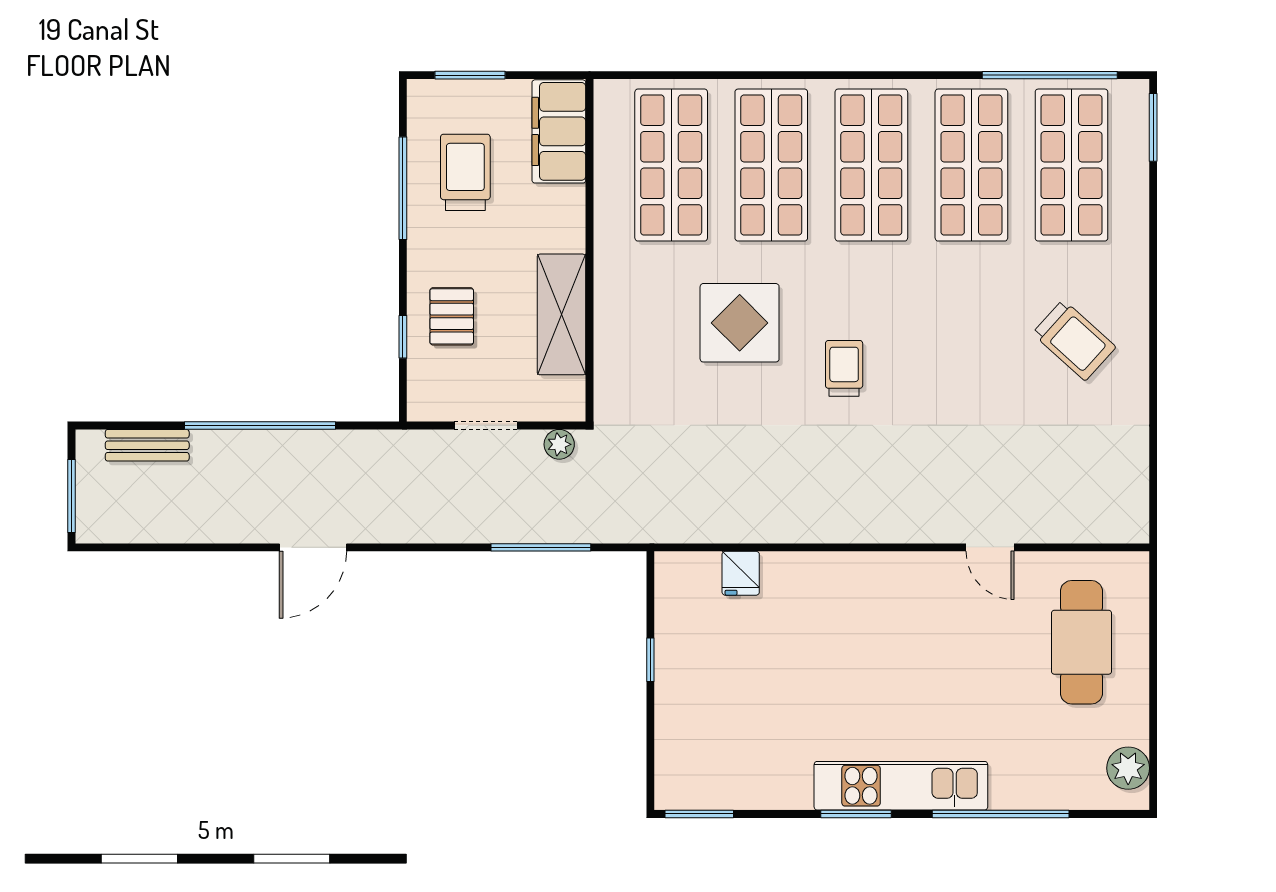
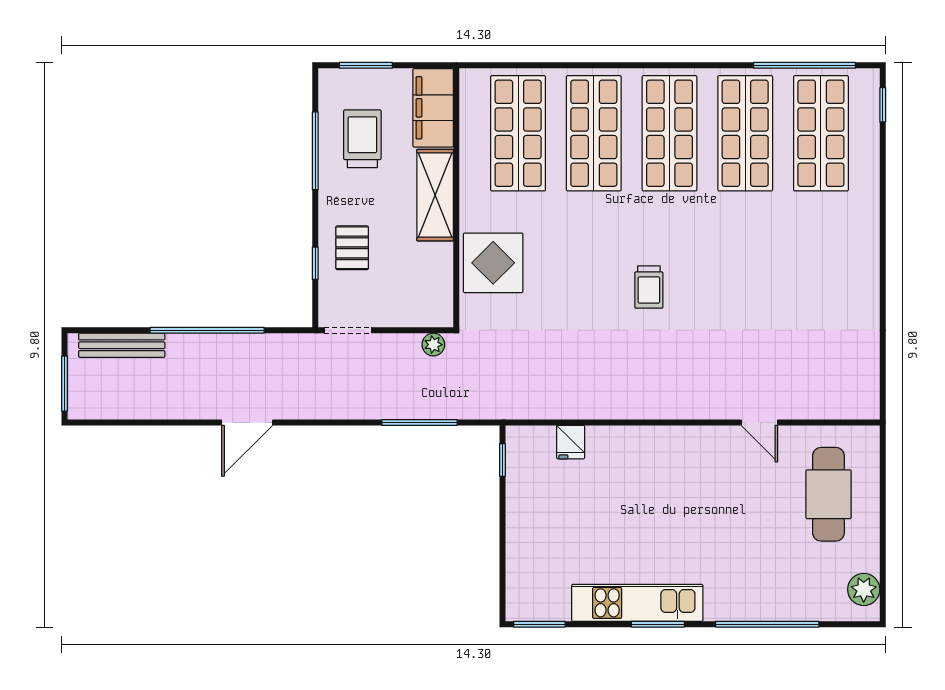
window: (1153, 127) -> (883, 105), width x0.67
shelving: (561, 314) -> (435, 195), moved
display table: (740, 323) -> (493, 263), moved
trolley: (1074, 340) -> (823, 266), removed
trolley: (844, 368) -> (649, 287), turned 180
doorway: (486, 425) -> (348, 330), moved
bench: (147, 445) -> (122, 345), width x1.36
window: (650, 660) -> (502, 460), moved
kitchen unit: (901, 786) -> (637, 603), moved

